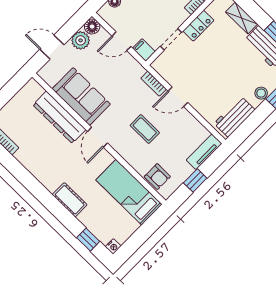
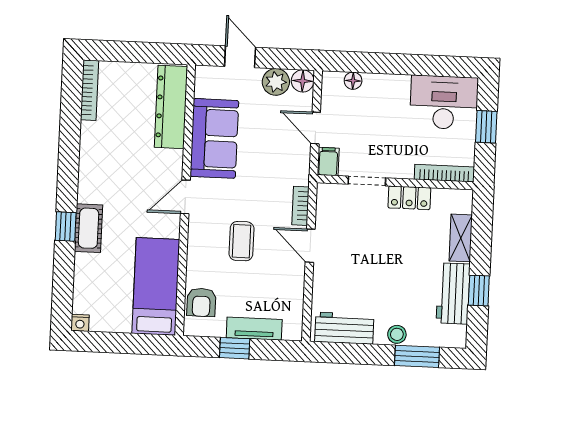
dresser: (59, 117) -> (171, 107), moved
tv unit: (204, 152) -> (254, 329), moved
window: (88, 240) -> (66, 226), moved

